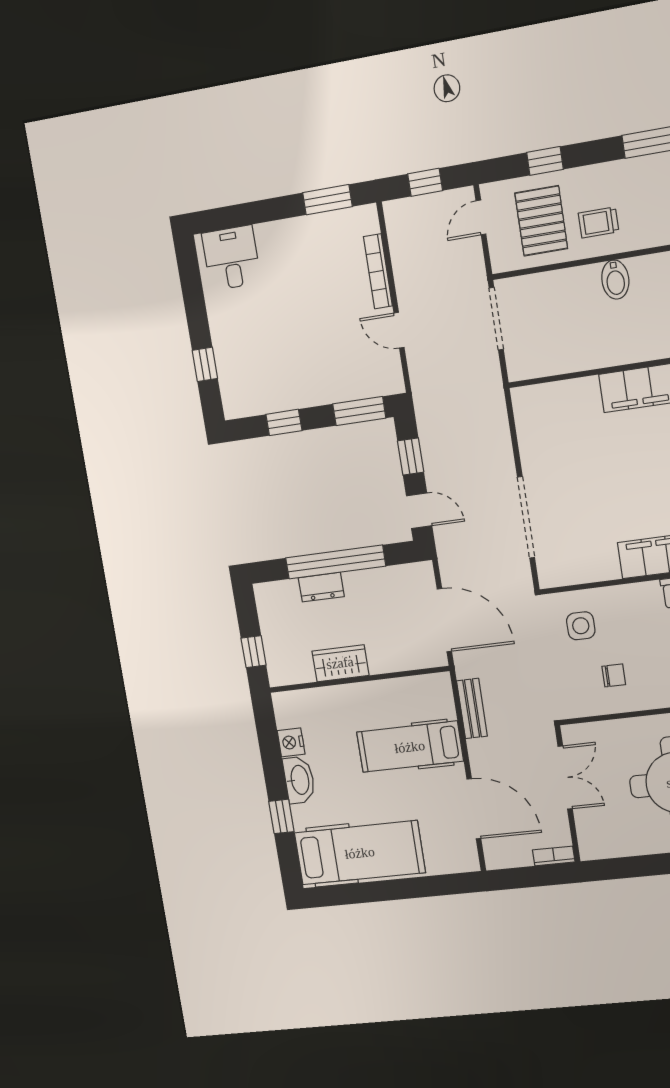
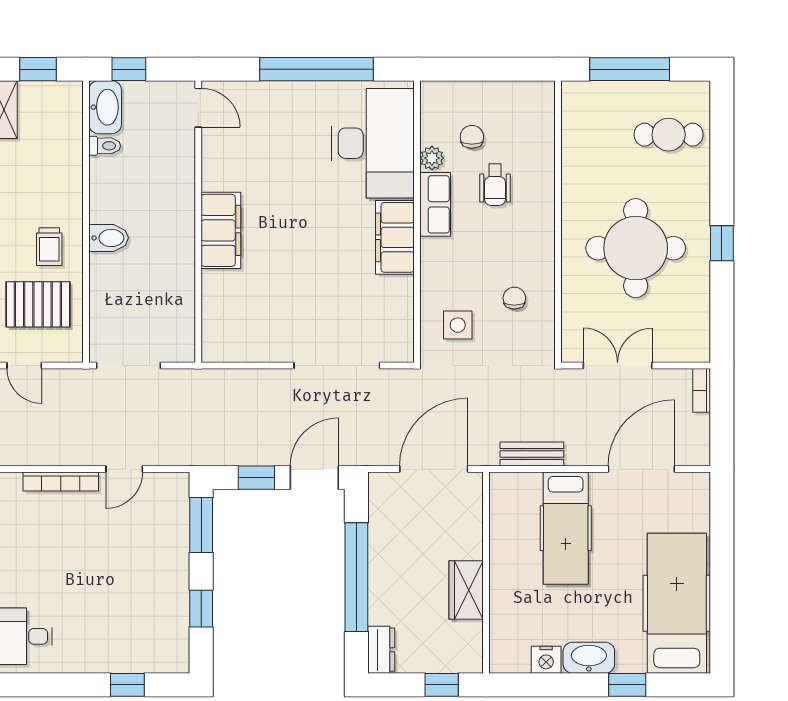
door: (419, 511) -> (314, 478), width x1.38
dresser: (321, 587) -> (381, 650), moved

